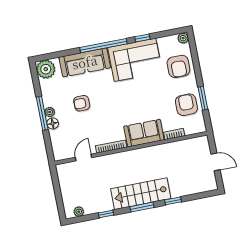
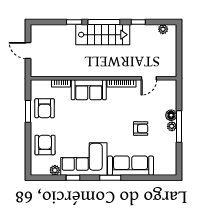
plant: (183, 38) -> (55, 170), moved
window: (104, 46) -> (110, 178), width x0.47
plant: (46, 69) -> (168, 166), removed
window: (142, 207) -> (104, 22), width x1.44

